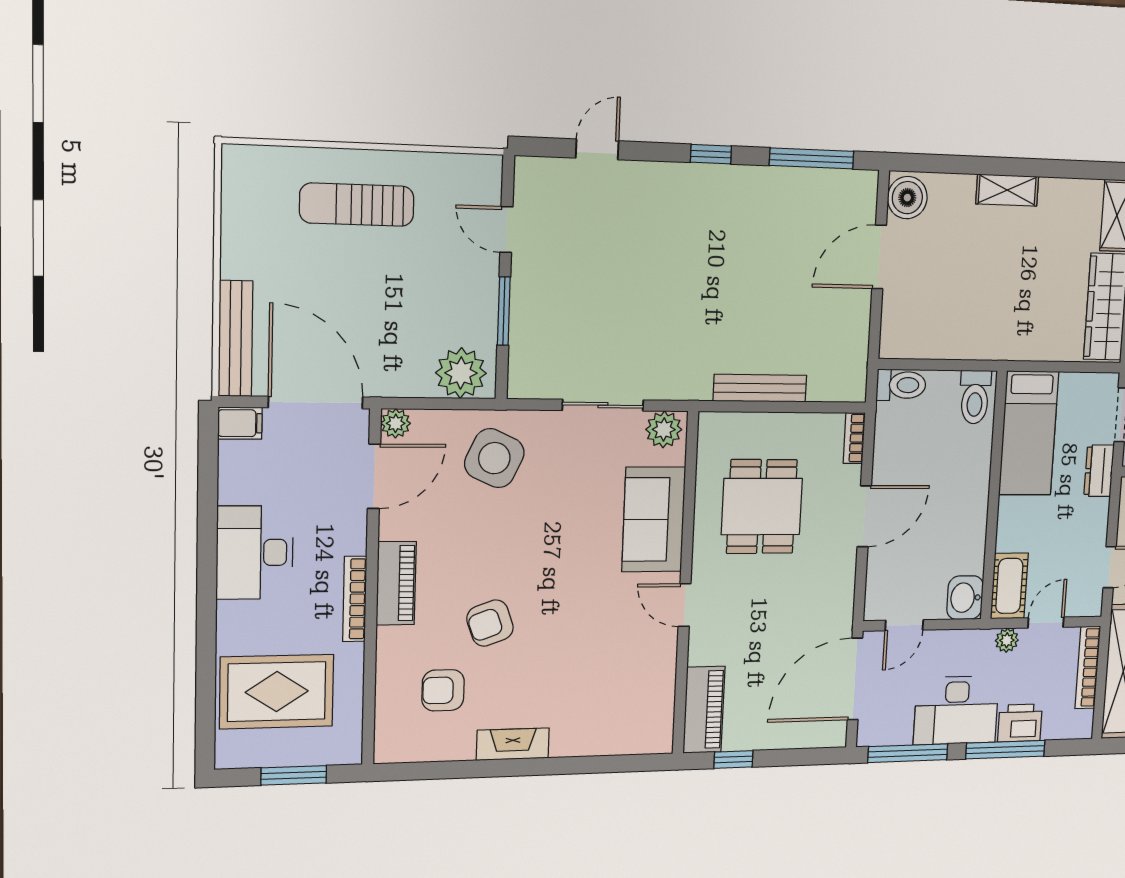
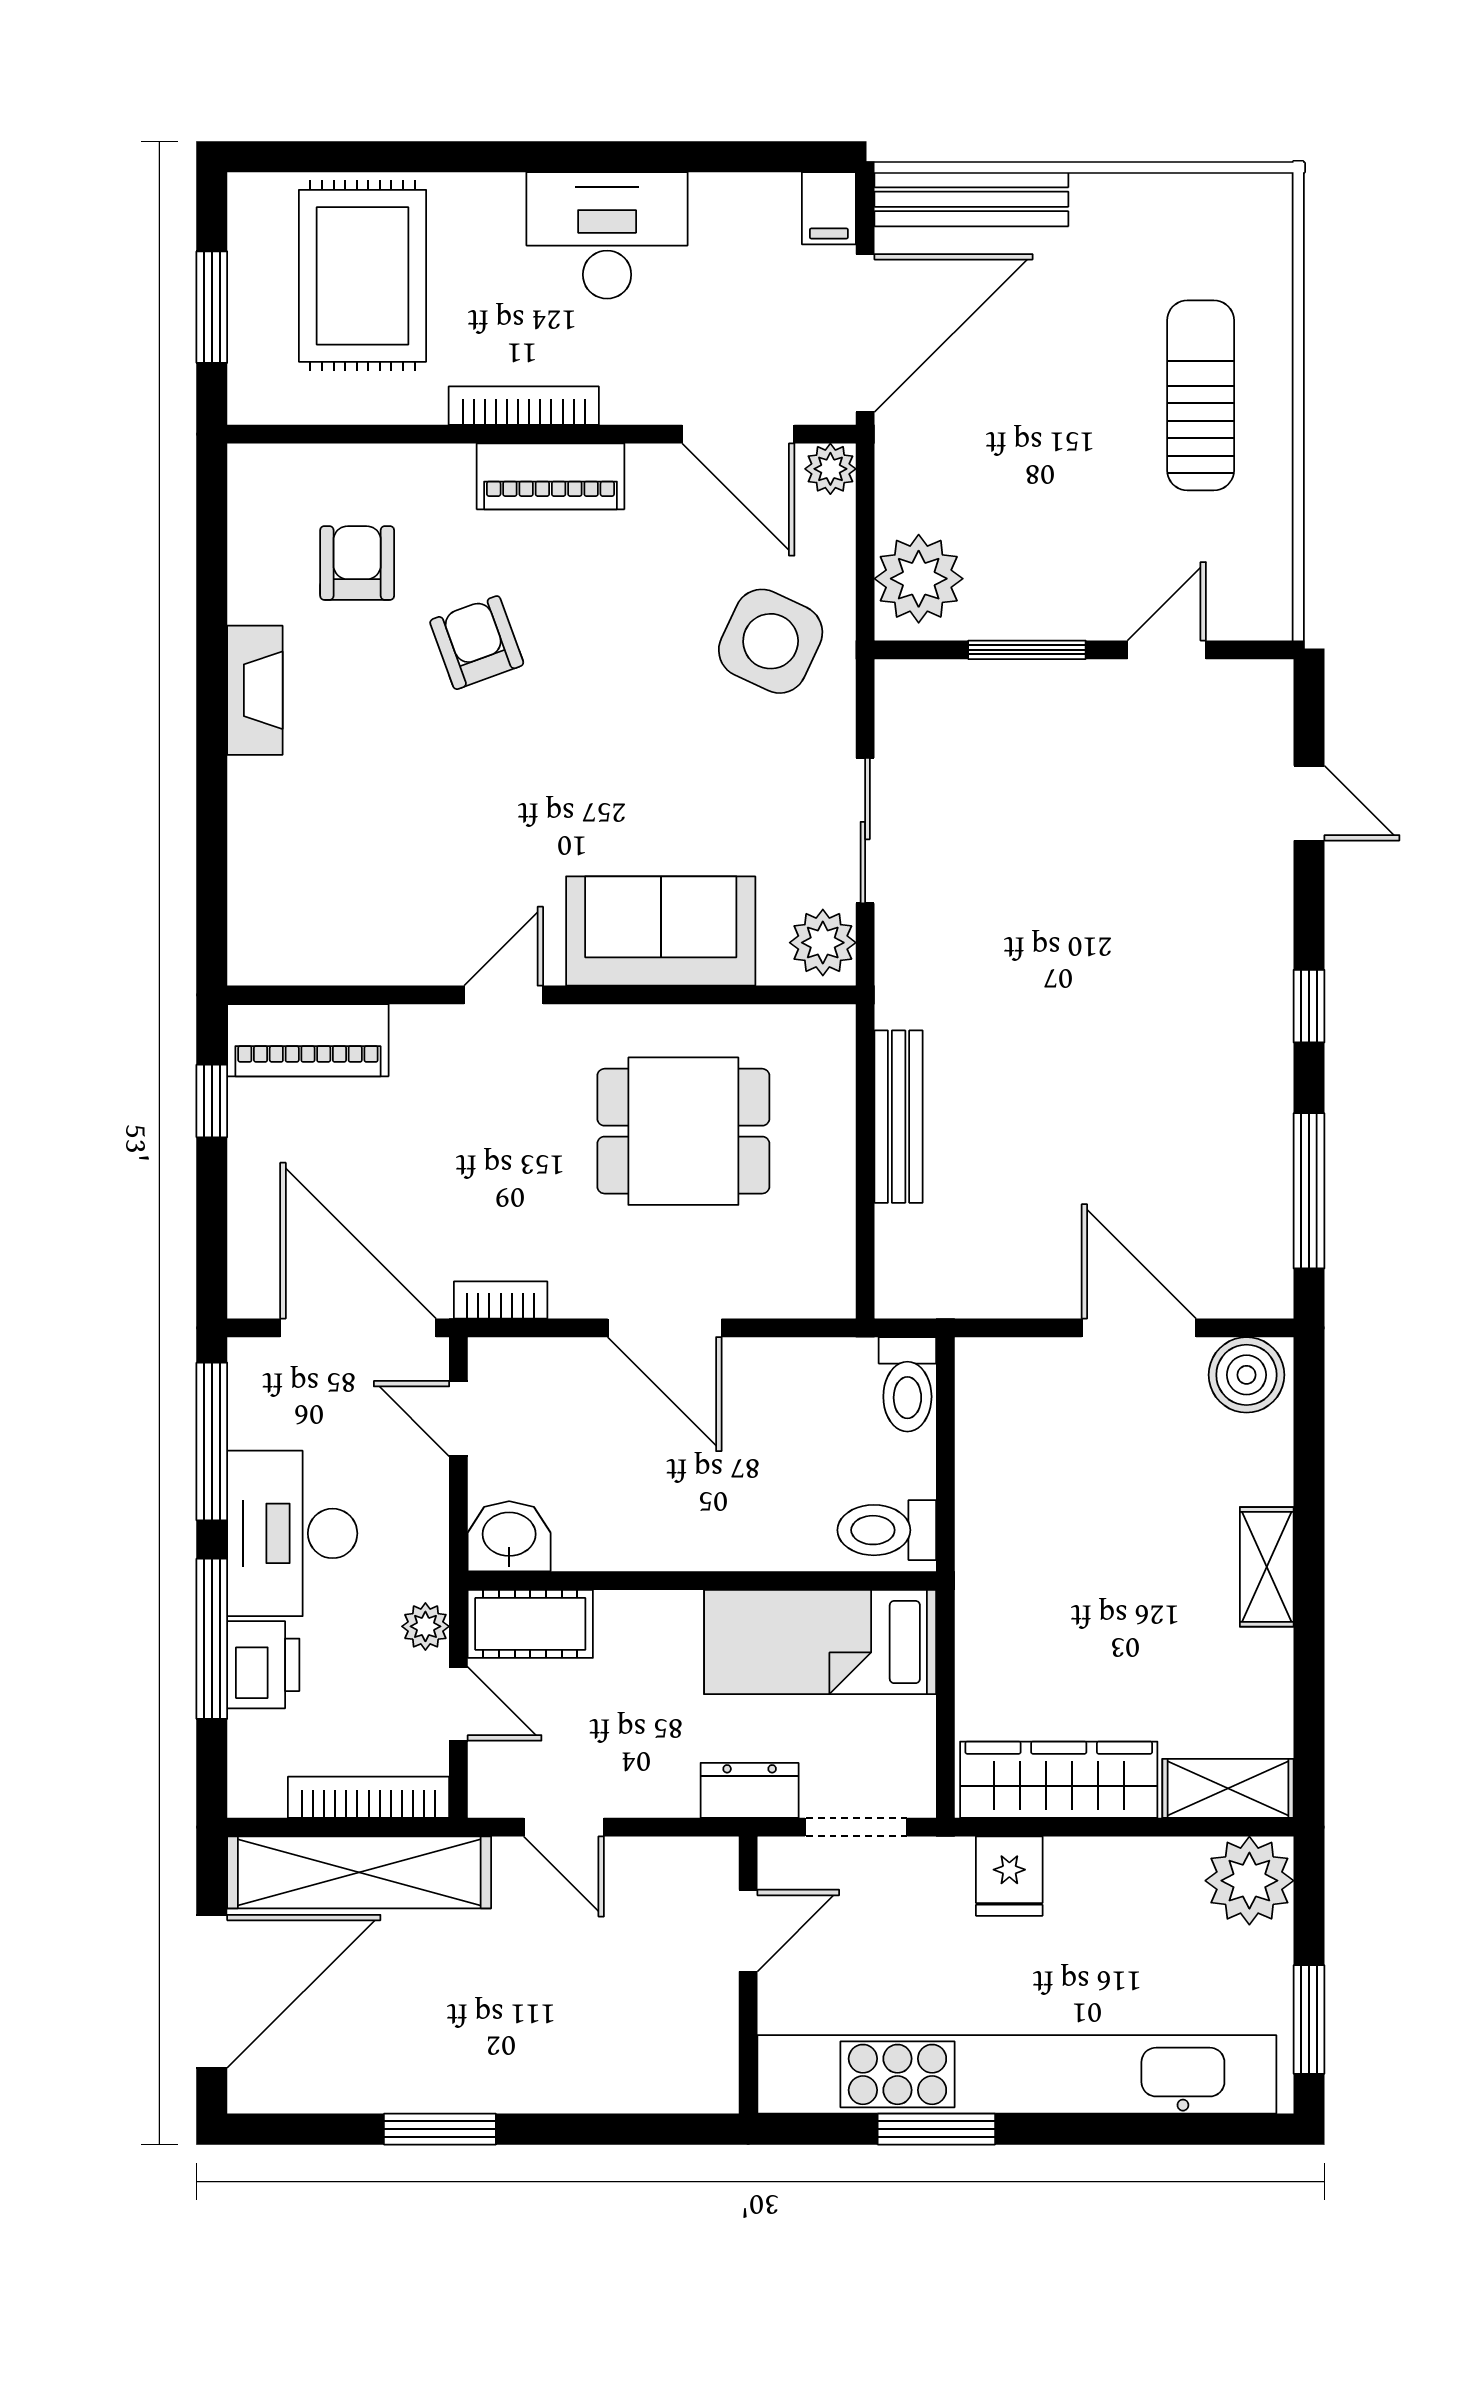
bookcase: (854, 438) -> (501, 1300), moved

